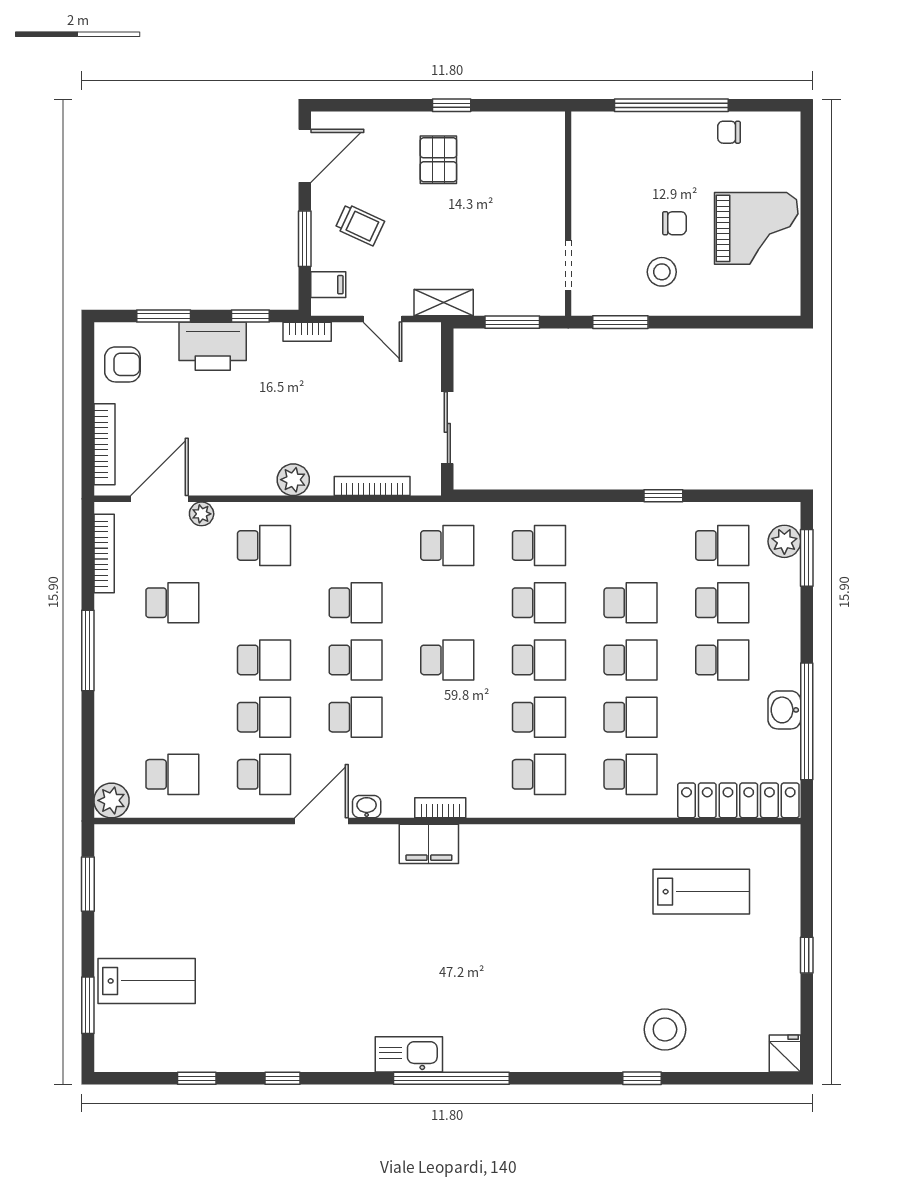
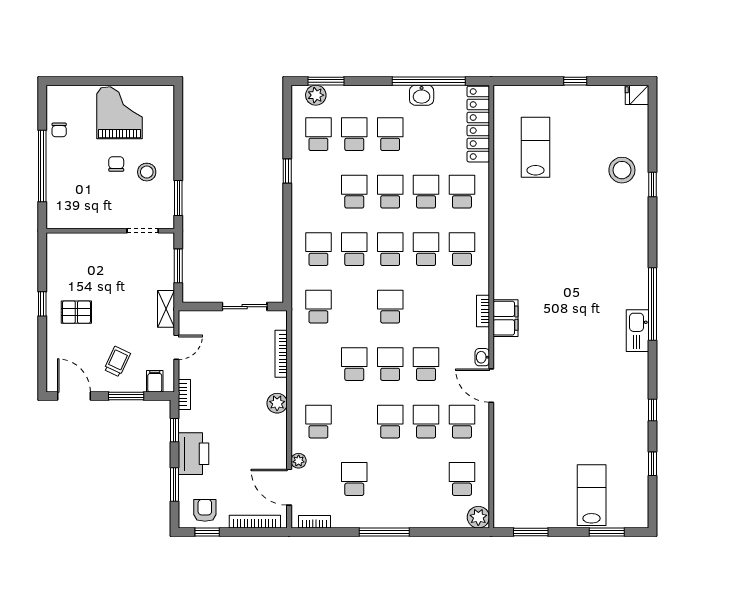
window: (88, 368) -> (207, 532), added
bookcase: (104, 554) -> (315, 522), width x0.64

